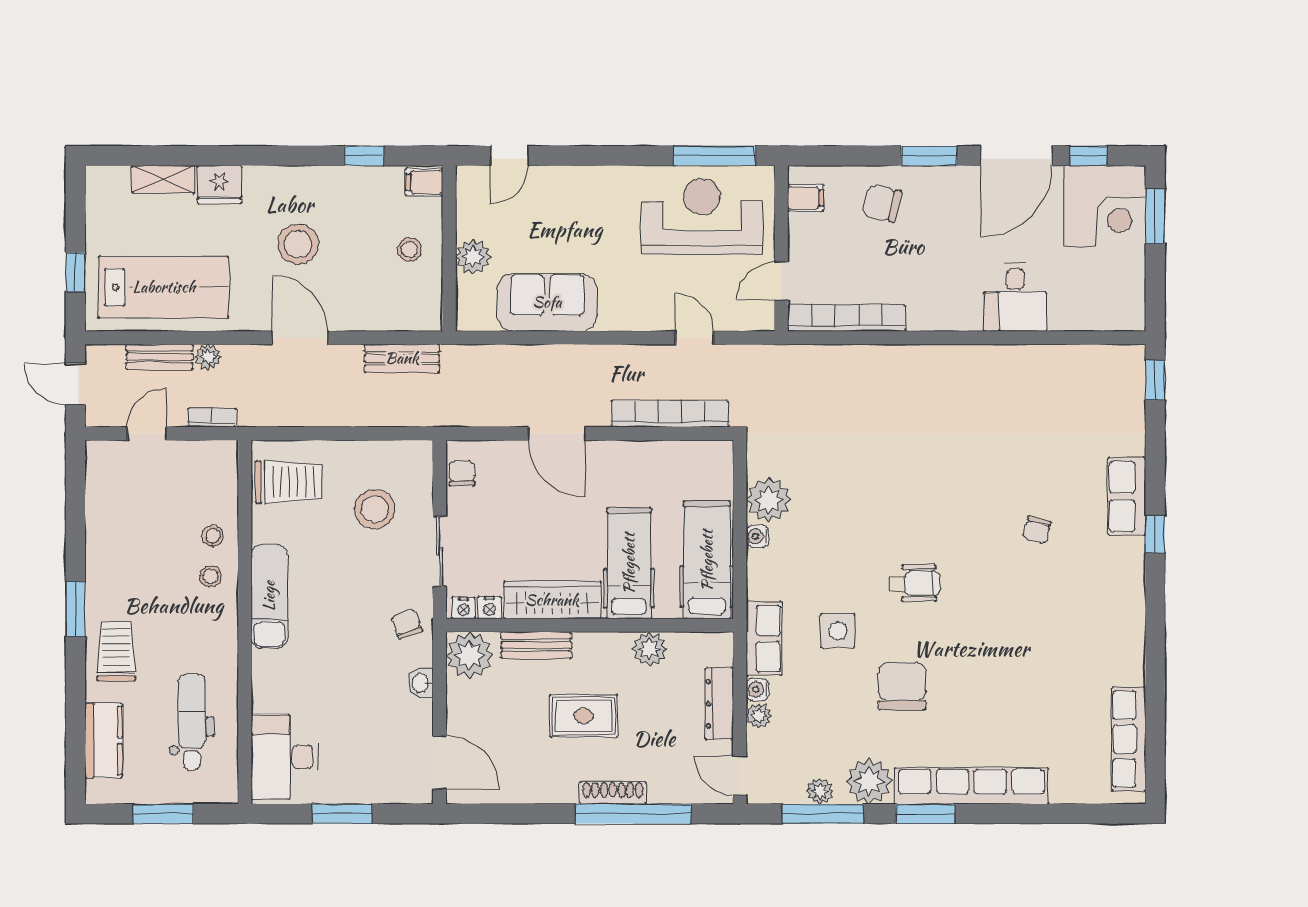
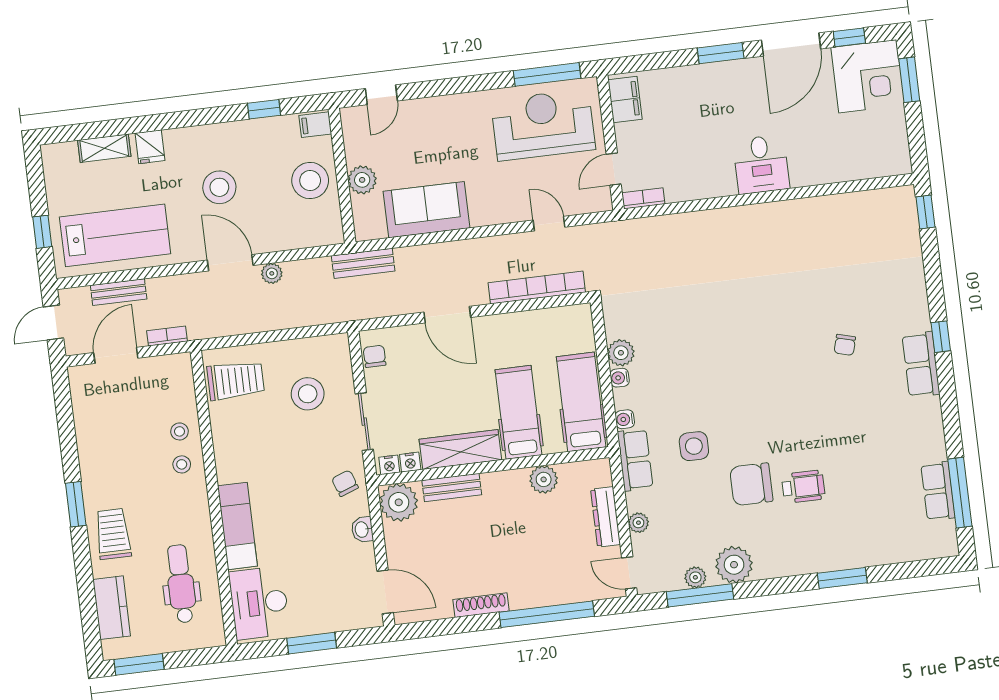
fridge: (219, 184) -> (150, 147), width x0.72
filing cabinet: (806, 198) -> (625, 99), width x2.00
chair: (882, 203) -> (687, 96), removed
stool: (410, 250) -> (310, 181), width x1.89, depth x1.89
desk: (1015, 297) -> (761, 164), moved
bookcase: (847, 318) -> (643, 198), width x0.43, depth x0.76
plant: (208, 357) -> (272, 273), moved
bench: (402, 358) -> (363, 263), moved
door: (75, 384) -> (53, 323), hinge flipped
door: (147, 434) -> (116, 355), width x1.38
row of seats: (1127, 497) -> (921, 364), moved
plant: (769, 500) -> (621, 353), width x0.73, depth x0.73
wheelchair: (915, 583) -> (803, 487), moved
exam couch: (269, 596) -> (237, 526), moved
chair: (902, 686) -> (751, 484), turned -90
water cooler: (757, 690) -> (625, 419), moved
rug: (584, 716) -> (497, 540), removed
window: (1155, 727) -> (960, 493), added
row of seats: (1129, 739) -> (938, 491), width x0.68
row of seats: (971, 786) -> (817, 558), removed
shoe rack: (613, 793) -> (481, 605), moved
window: (163, 814) -> (139, 664), moved
window: (925, 814) -> (842, 578), moved

